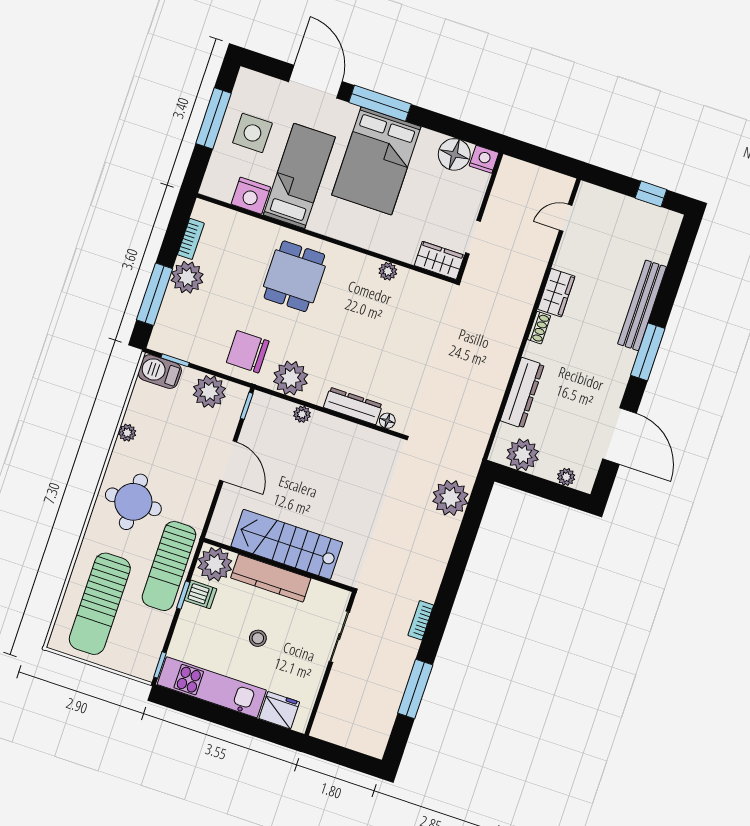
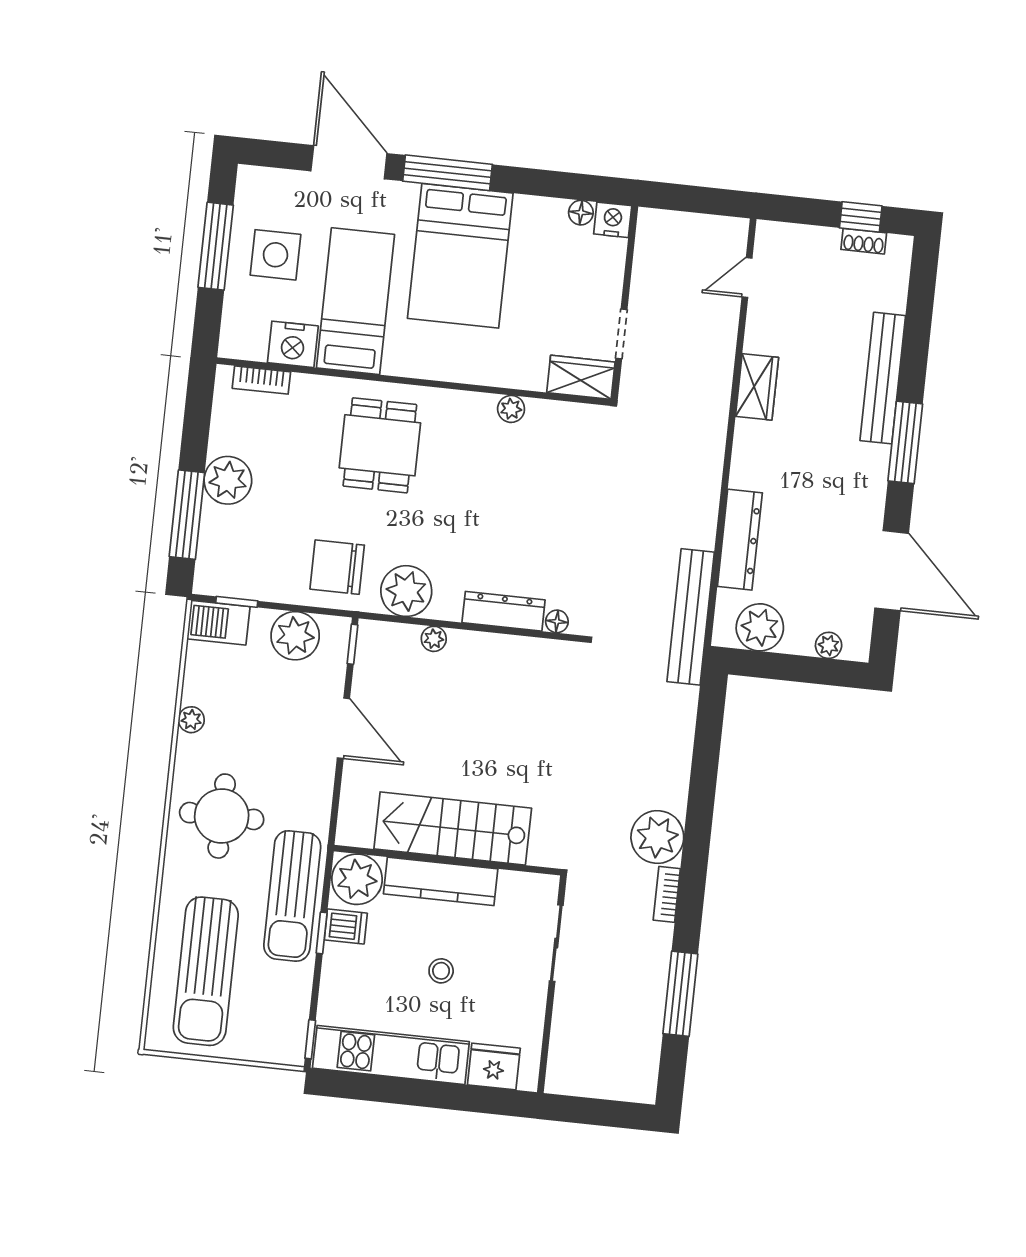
floor lamp: (454, 154) -> (581, 213), width x0.53, depth x0.53
bookcase: (191, 239) -> (261, 380), moved, turned 90
shoe rack: (539, 328) -> (864, 241), moved, turned 90
bench: (478, 437) -> (691, 617), added
plant: (450, 498) -> (657, 837), moved

